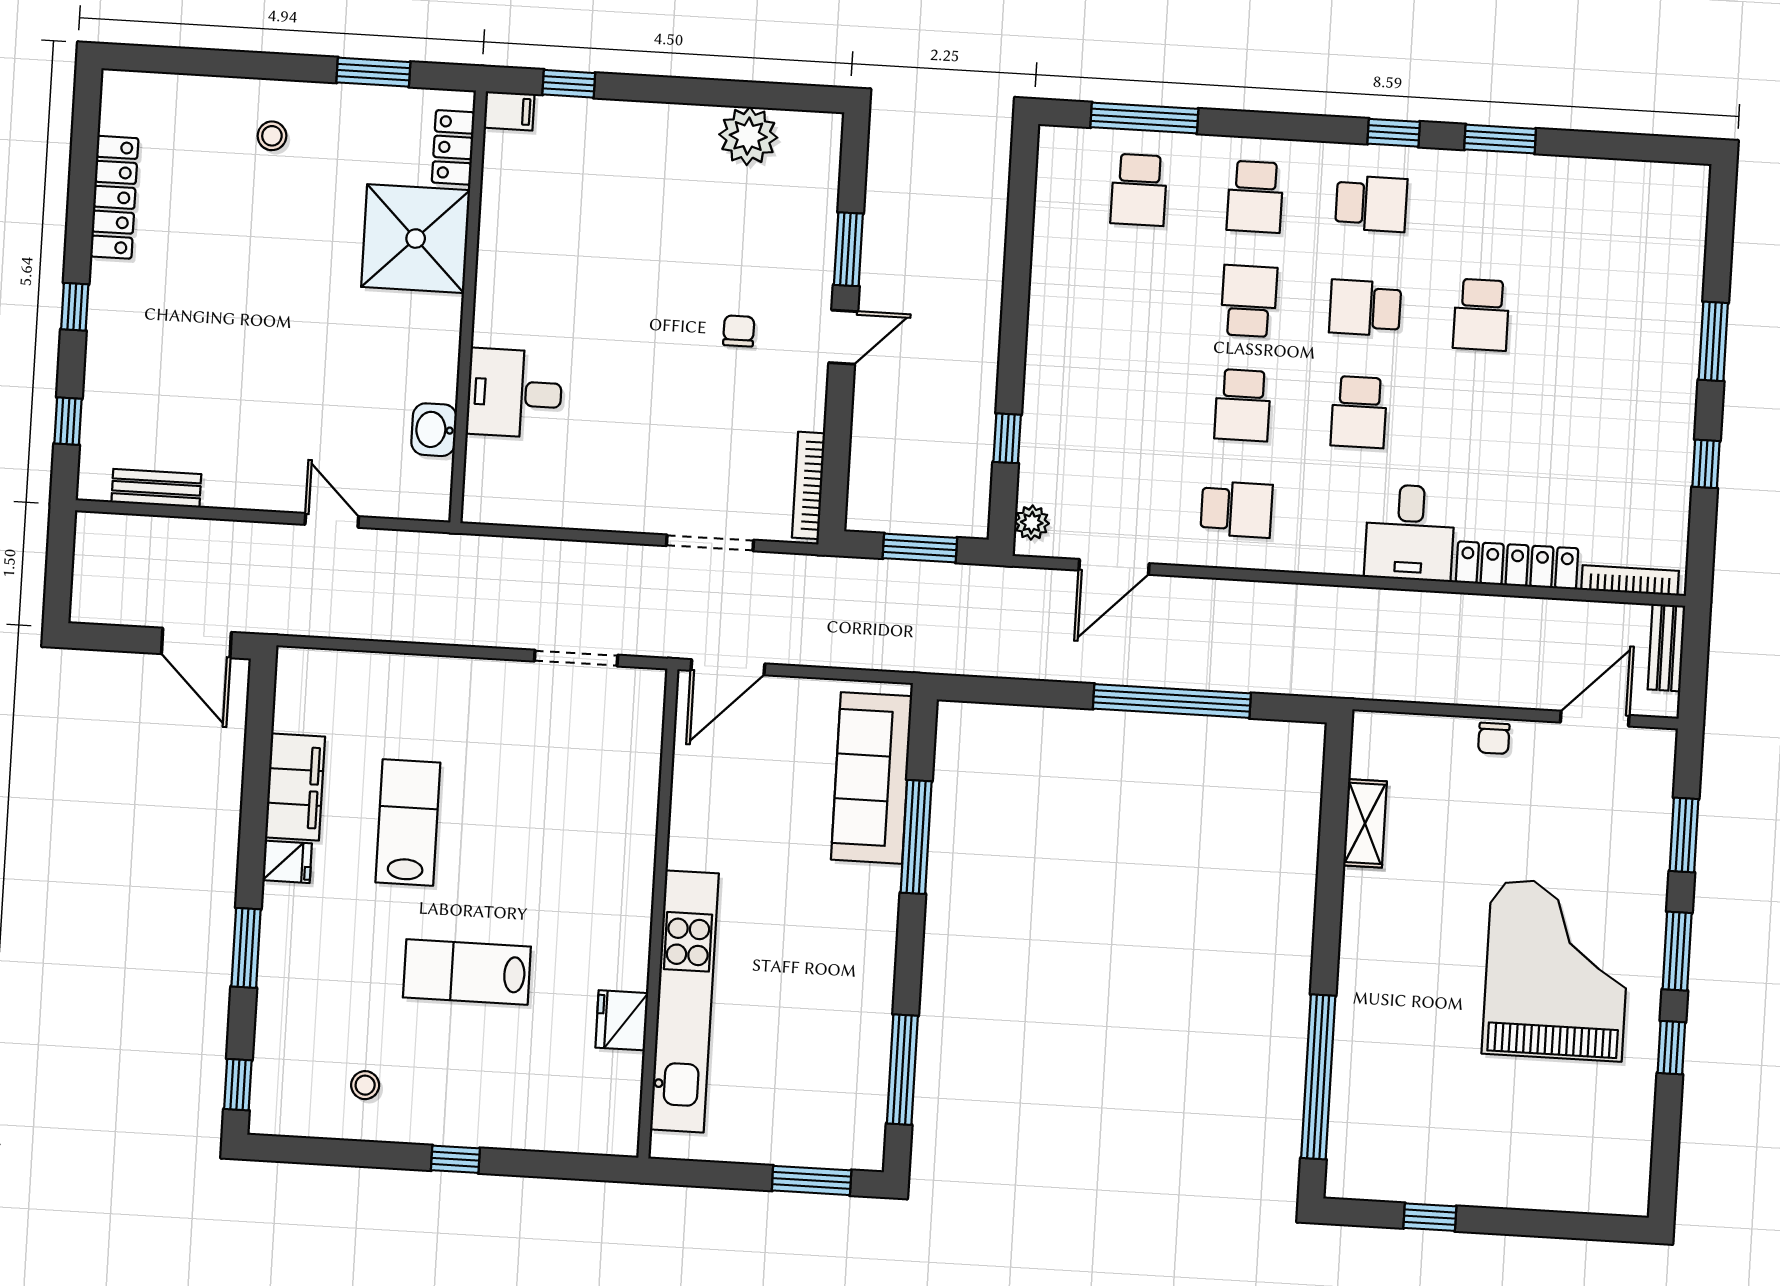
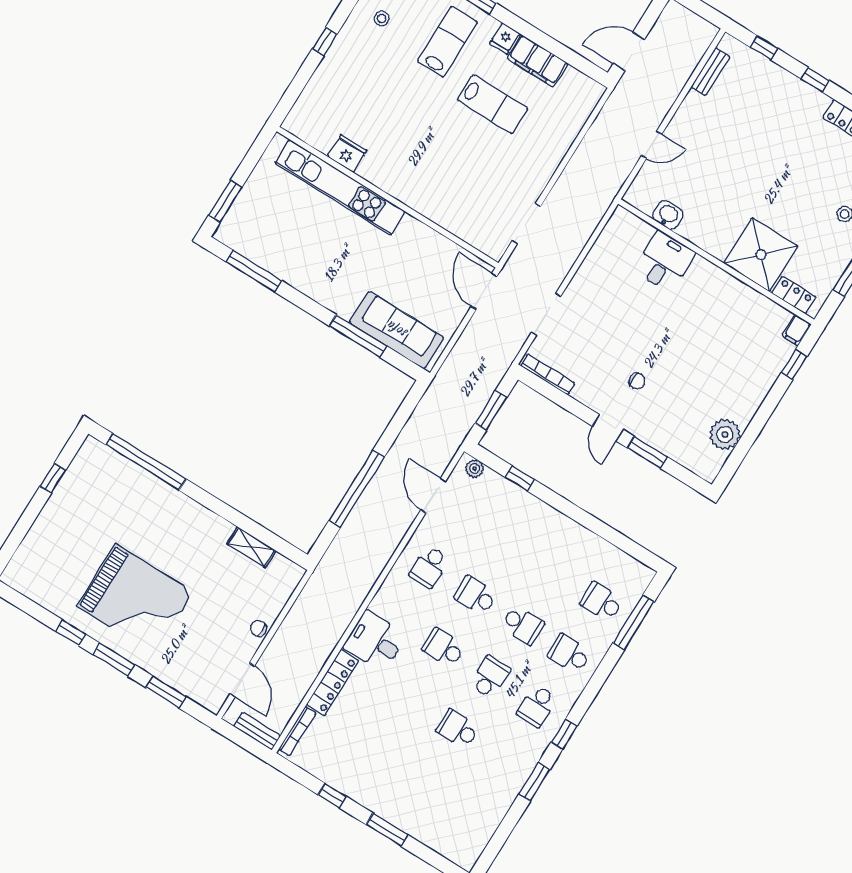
lab bench: (467, 972) -> (447, 42), moved

